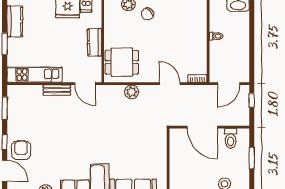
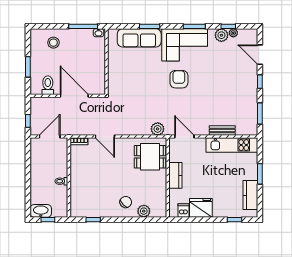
bench: (57, 90) -> (222, 131), moved
plant: (132, 92) -> (158, 129), moved
armchair: (21, 150) -> (179, 79), moved, turned 180

